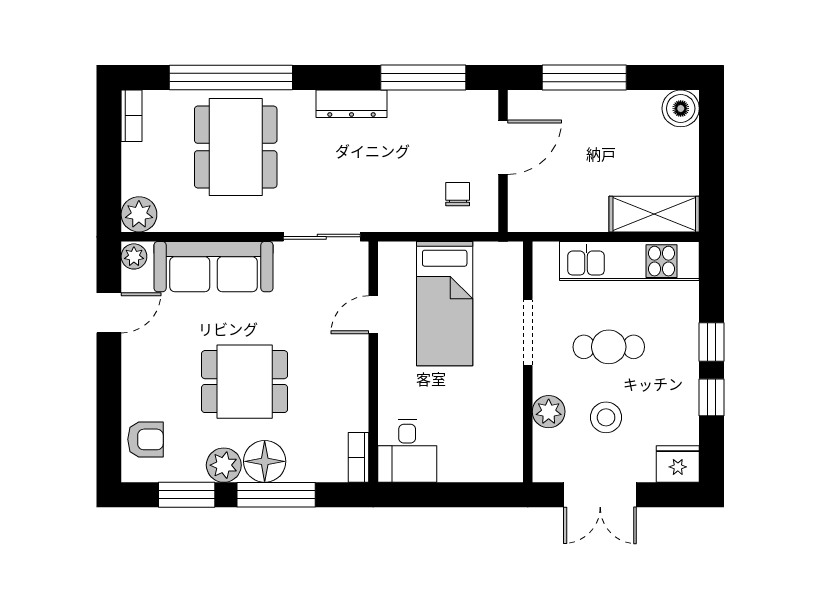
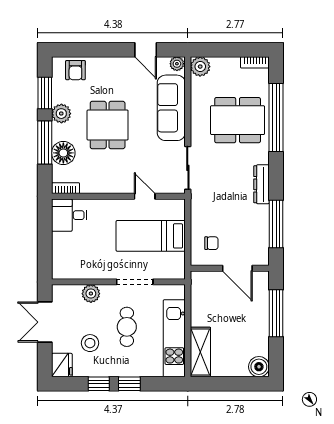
stool: (606, 417) -> (90, 343), moved
floor lamp: (265, 461) -> (63, 153), moved

